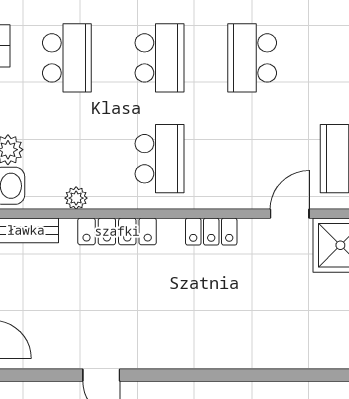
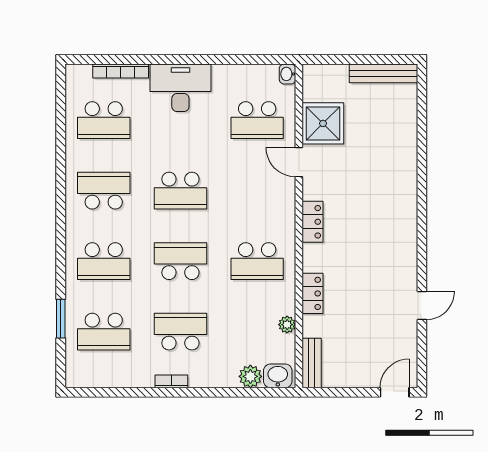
school desk: (160, 159) -> (257, 261), turned 180
locker: (117, 231) -> (313, 293), width x0.66

